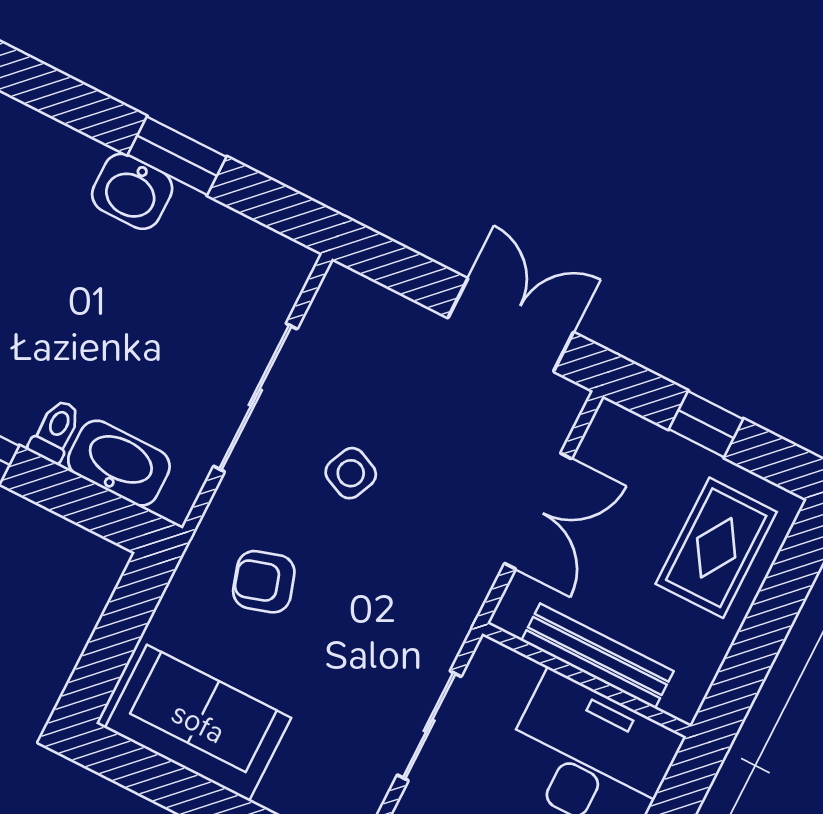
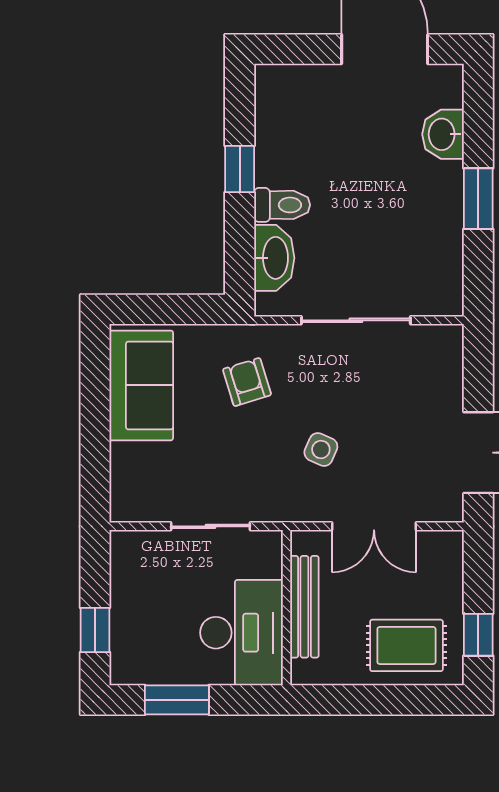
washbasin: (132, 191) -> (443, 134), moved
window: (706, 424) -> (478, 635), moved
toilet: (55, 431) -> (282, 205), width x1.37, depth x1.39
side table: (351, 473) -> (321, 450), moved

